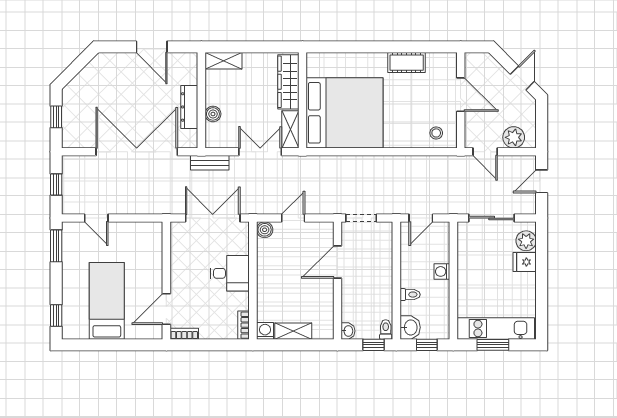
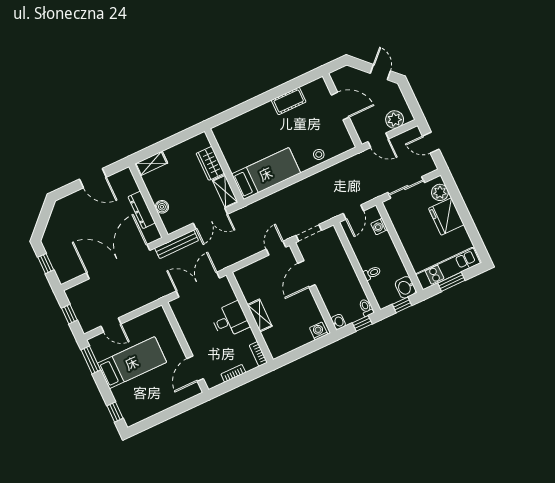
wardrobe: (288, 82) -> (210, 163), width x0.67
bed: (345, 113) -> (266, 174), width x0.49
stool: (436, 133) -> (319, 154), moved
double door: (260, 152) -> (210, 219), swing flipped
bench: (210, 163) -> (177, 244), width x1.36
door: (542, 181) -> (431, 143), hinge flipped
door: (293, 218) -> (276, 248), moved
boiler: (265, 230) -> (241, 275), removed
fridge: (525, 262) -> (446, 217), width x1.88, depth x1.34
washing machine: (442, 271) -> (379, 227), moved
bed: (107, 301) -> (132, 363), moved, turned 90
washbasin: (410, 327) -> (406, 287), moved, turned 180
washing machine: (265, 331) -> (319, 331), moved
shelving: (293, 331) -> (260, 315), moved, turned 90
bookcase: (184, 334) -> (233, 373), moved

